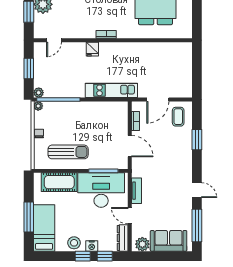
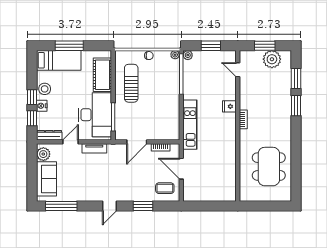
sun lounger: (68, 152) -> (131, 83), turned 180
door: (197, 190) -> (110, 206), moved

